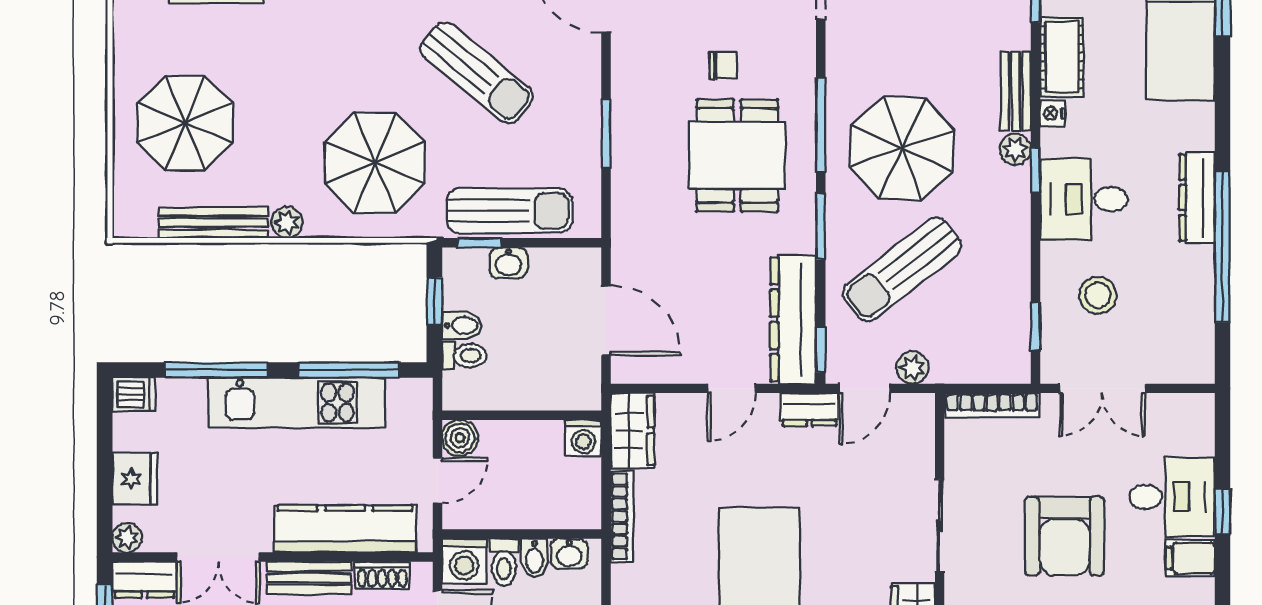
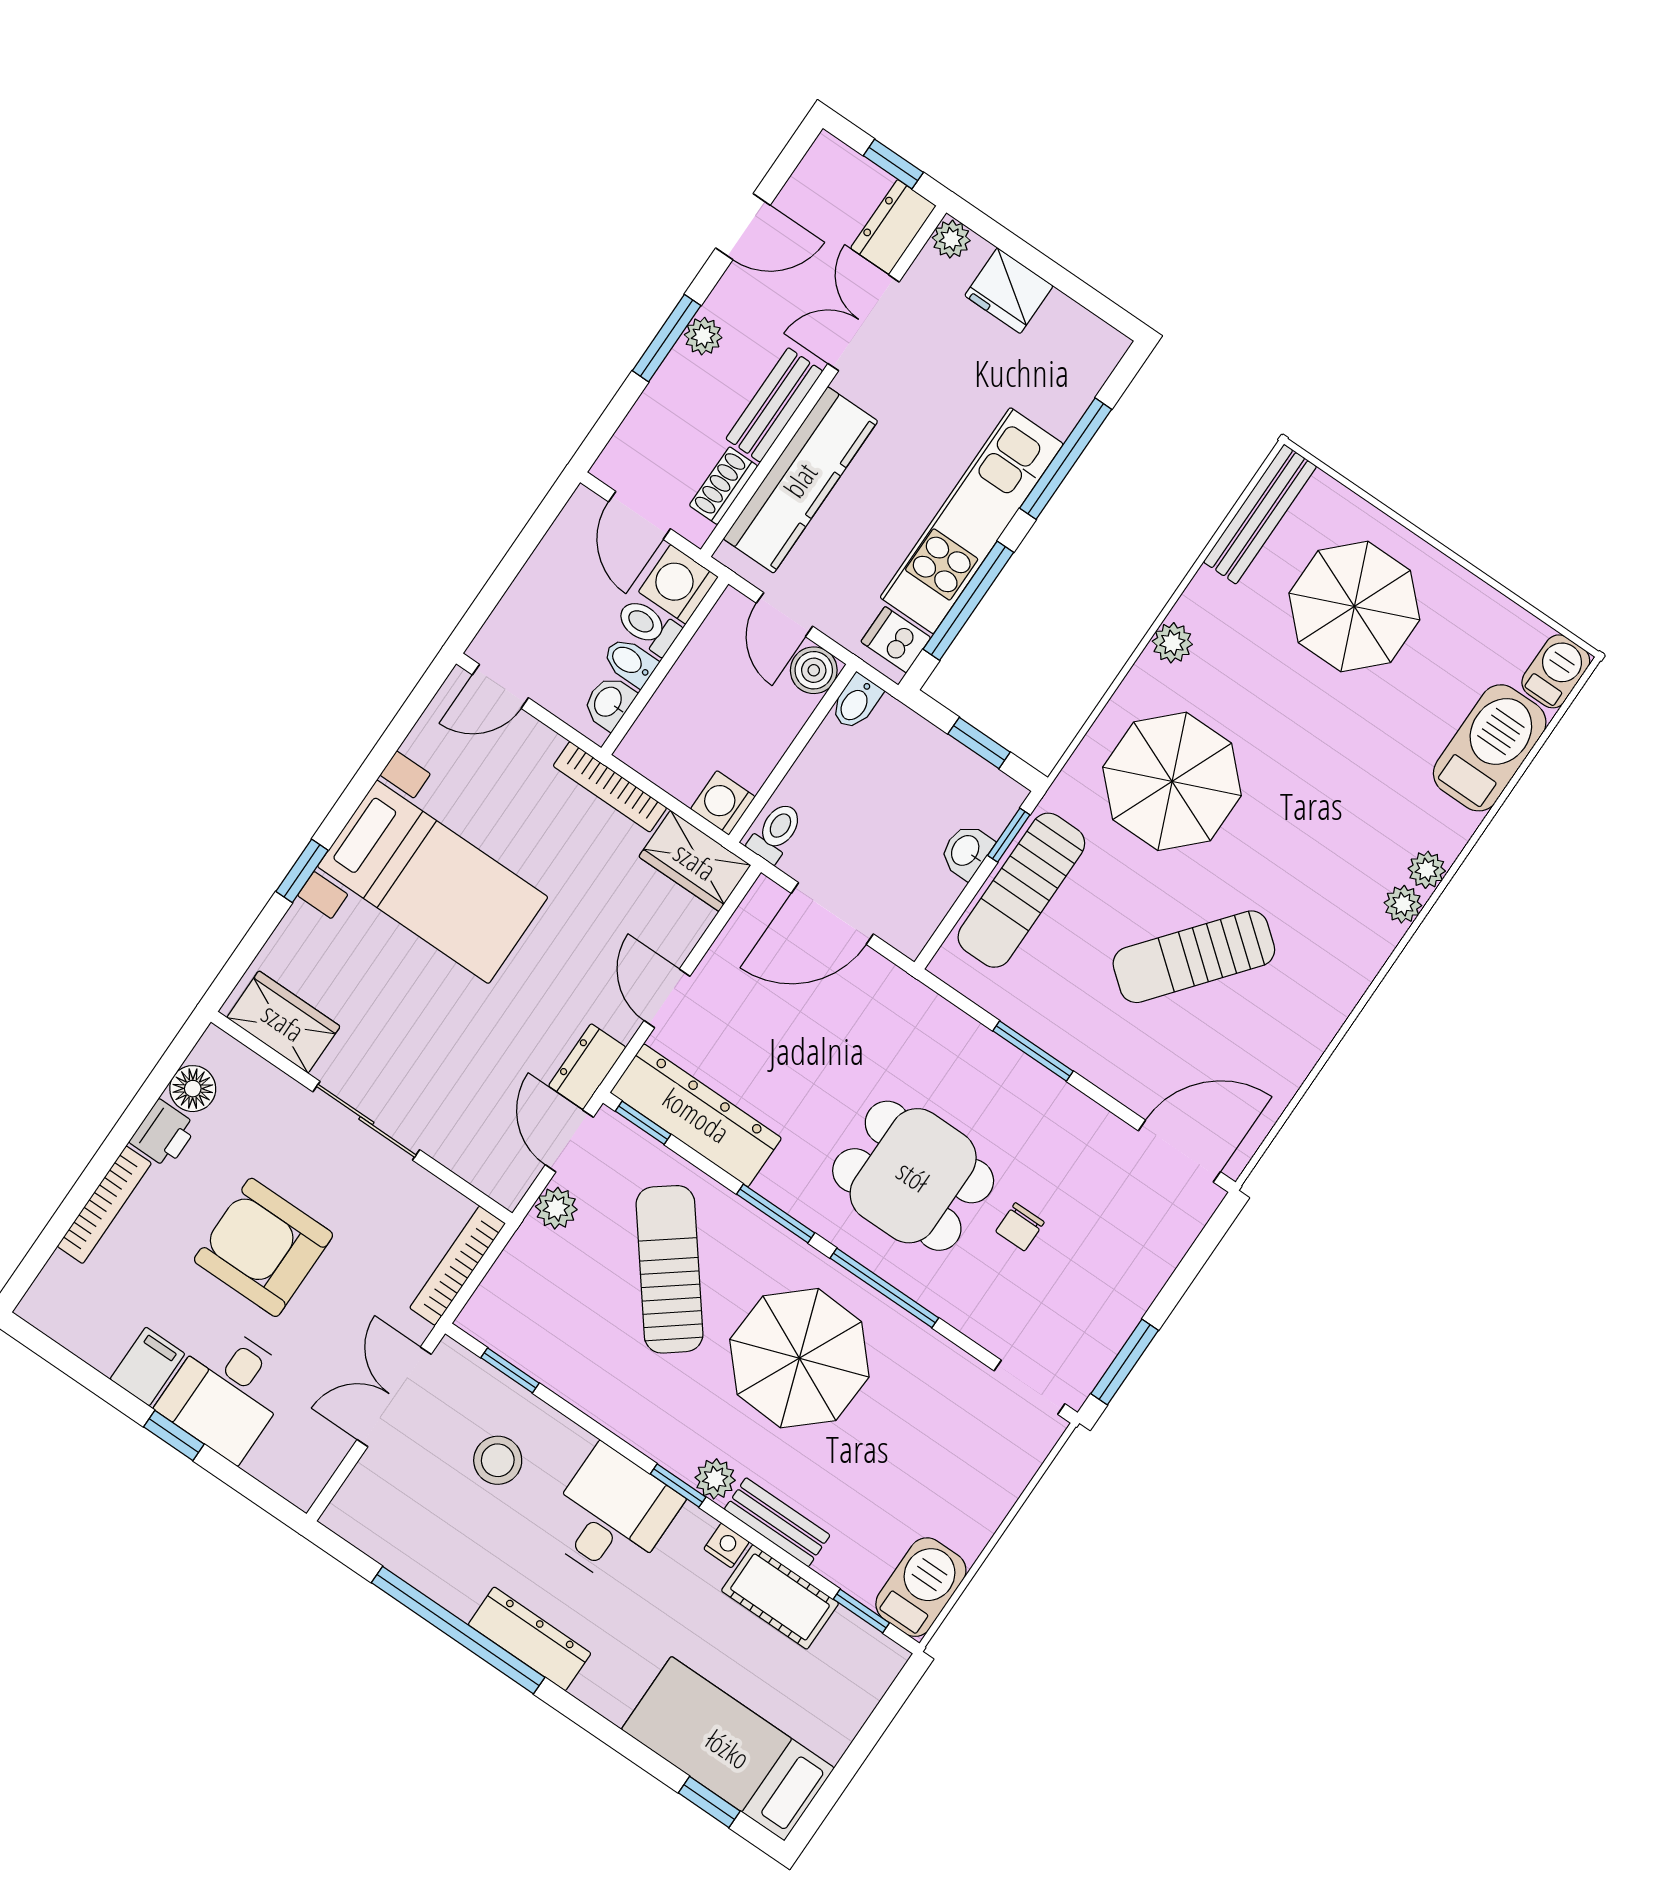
bench: (213, 223) -> (1260, 514), moved
bidet: (462, 325) -> (856, 702), moved
toilet: (464, 356) -> (776, 832), moved, turned 180
dishwasher: (134, 394) -> (896, 640), moved, turned 90

